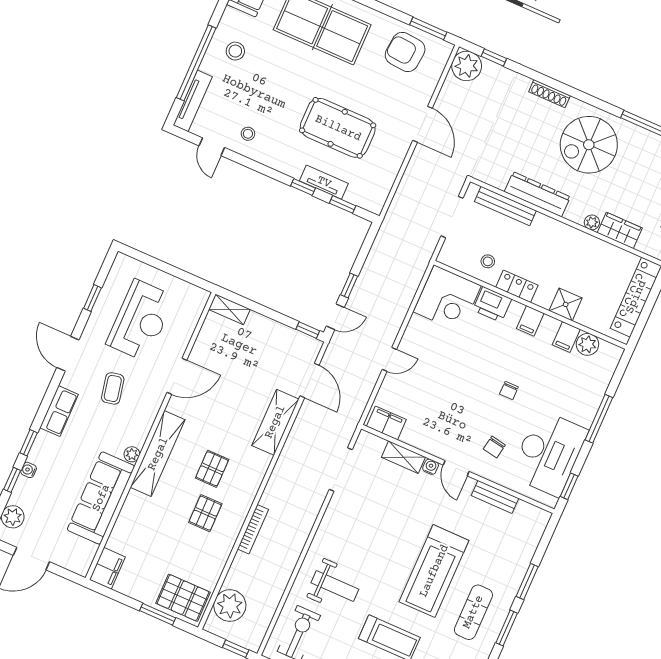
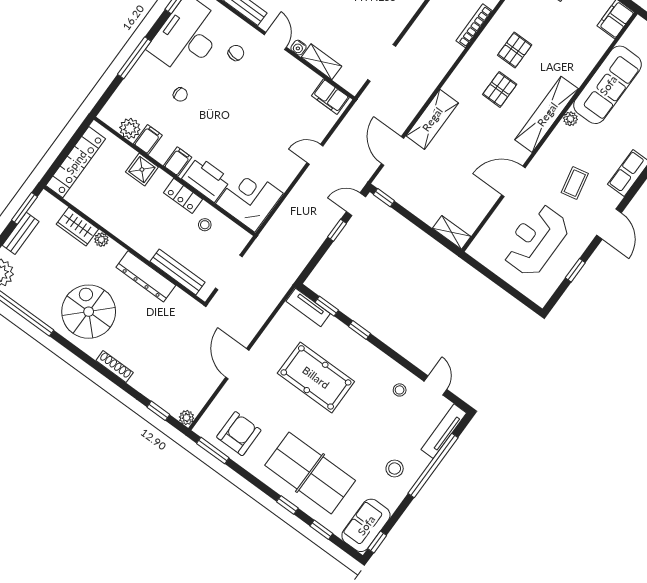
armchair: (405, 52) -> (239, 434), turned -95
plant: (467, 66) -> (187, 418), width x0.53, depth x0.53
spiral stairs: (589, 145) -> (89, 312), turned -90
tv unit: (324, 182) -> (308, 307), moved
printer: (492, 304) -> (206, 179), width x1.37, depth x1.19
chair: (509, 391) -> (180, 94), moved, turned 90

